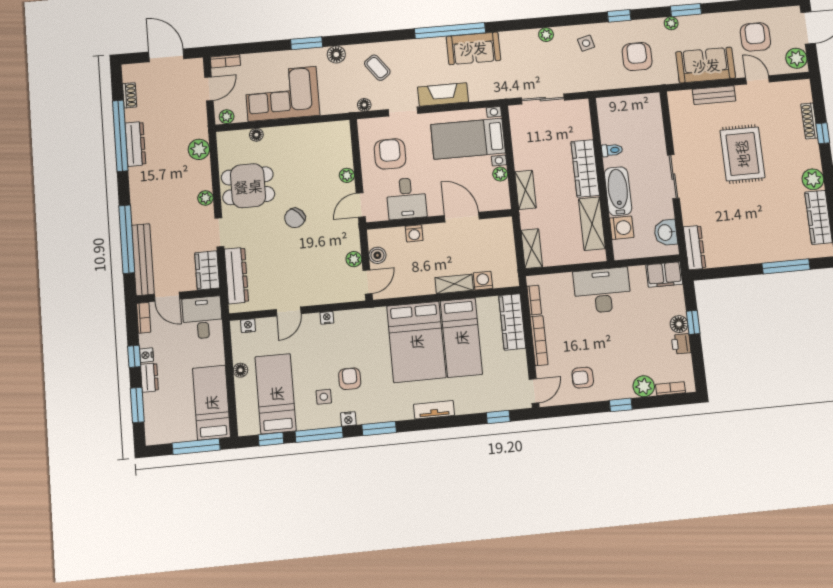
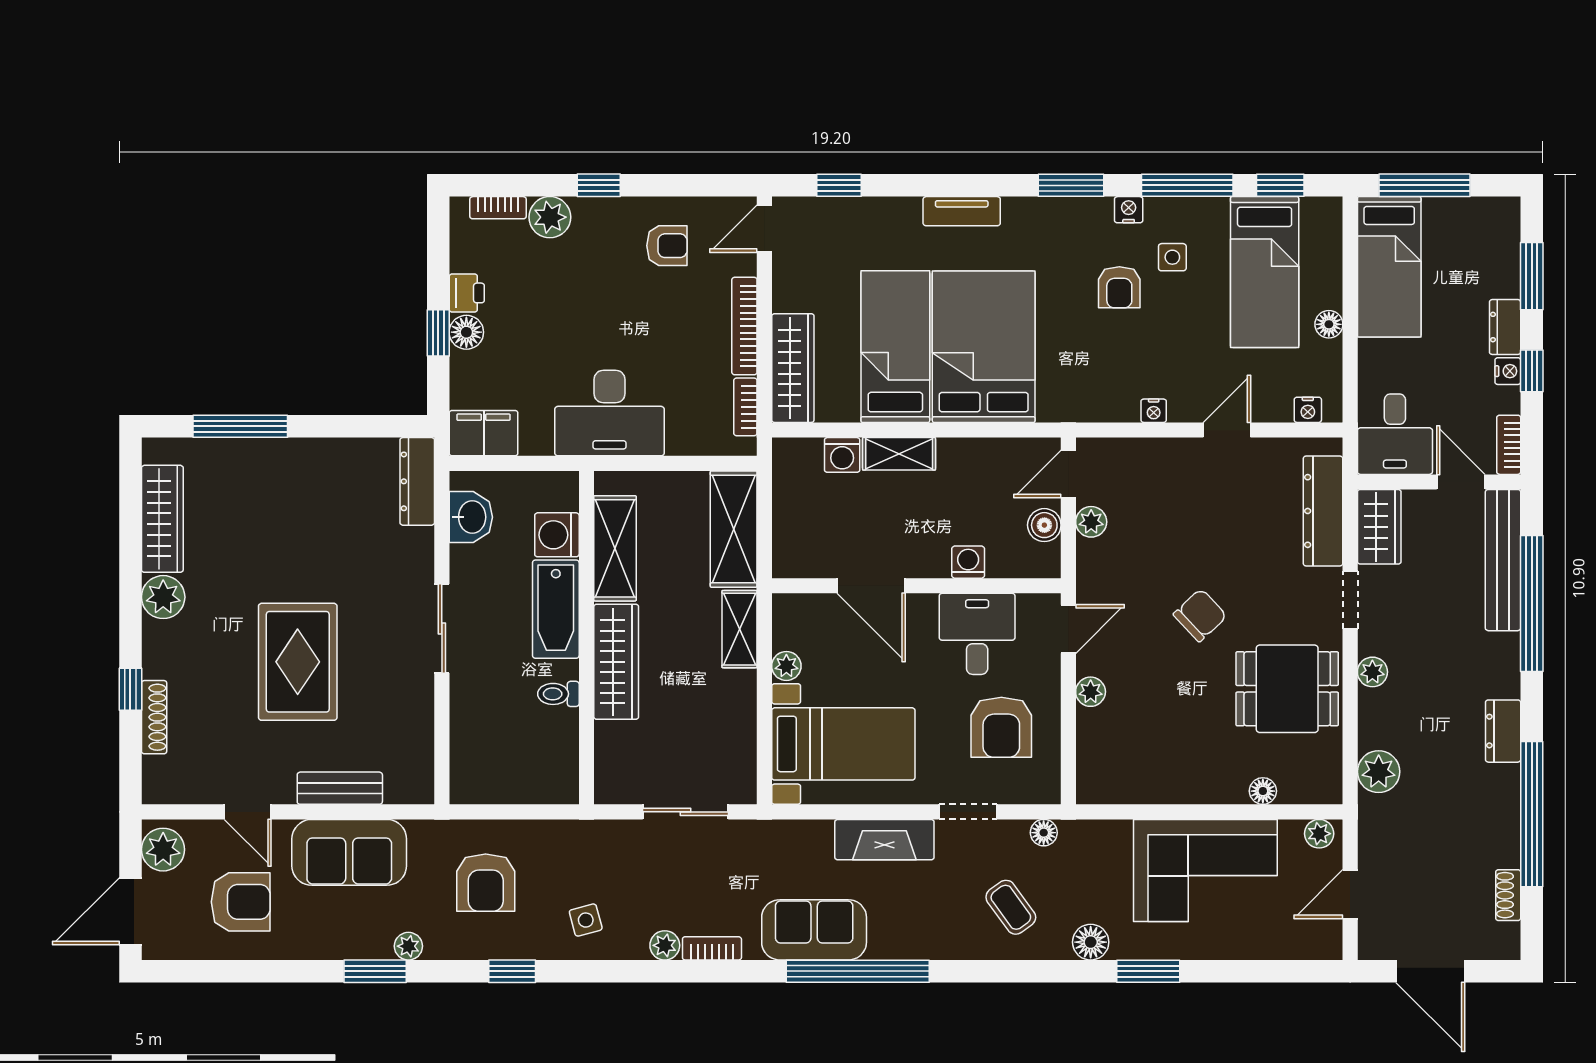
armchair: (755, 37) -> (241, 902), turned -90
bookcase: (225, 61) -> (712, 948), moved
dresser: (135, 144) -> (1503, 731), moved, width x0.70
shelving: (532, 249) -> (734, 529), width x1.50, depth x1.33

